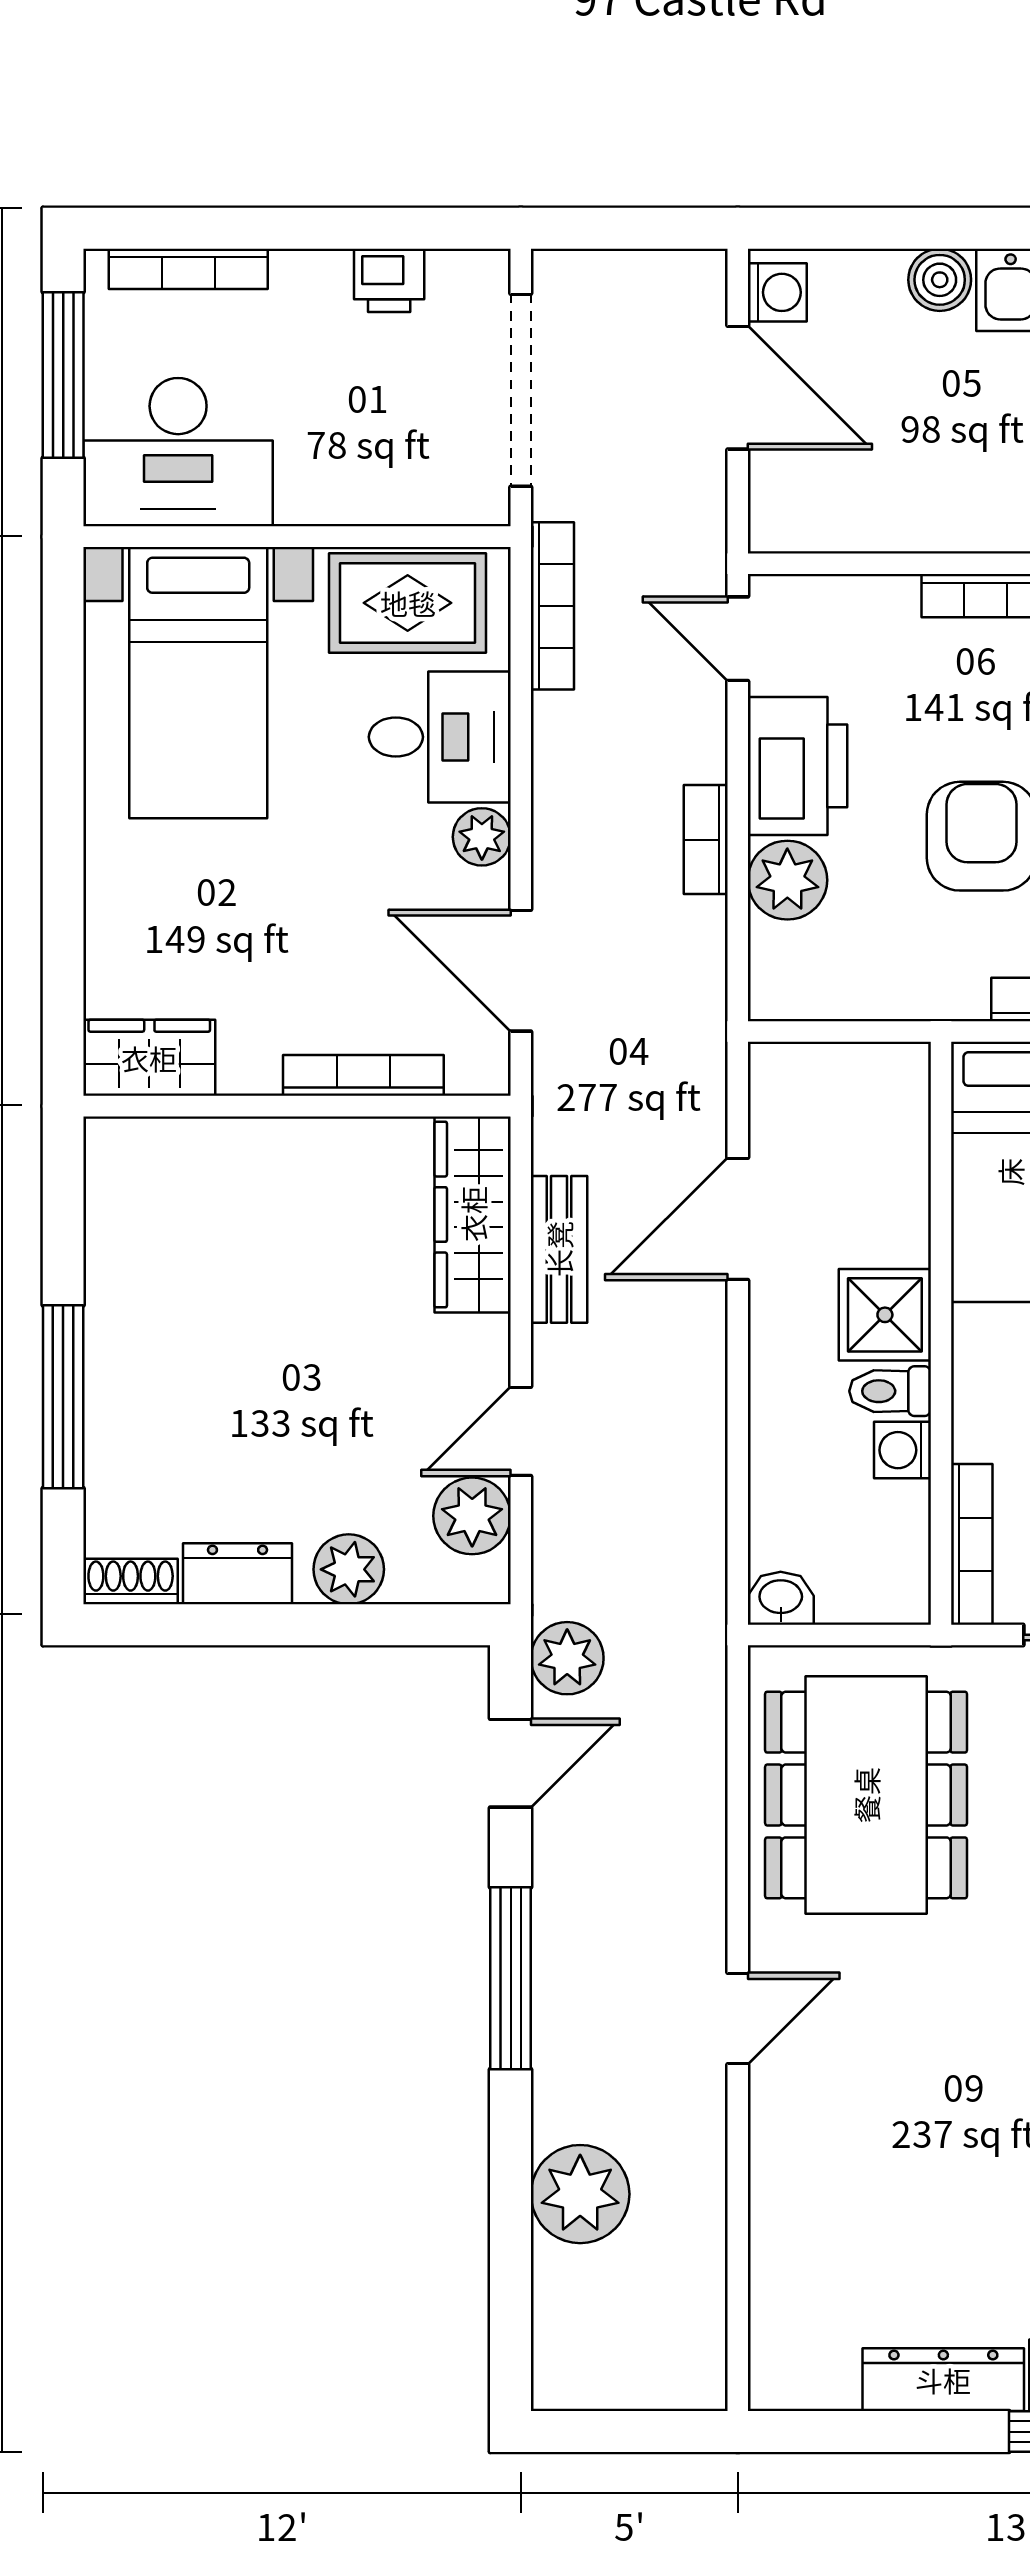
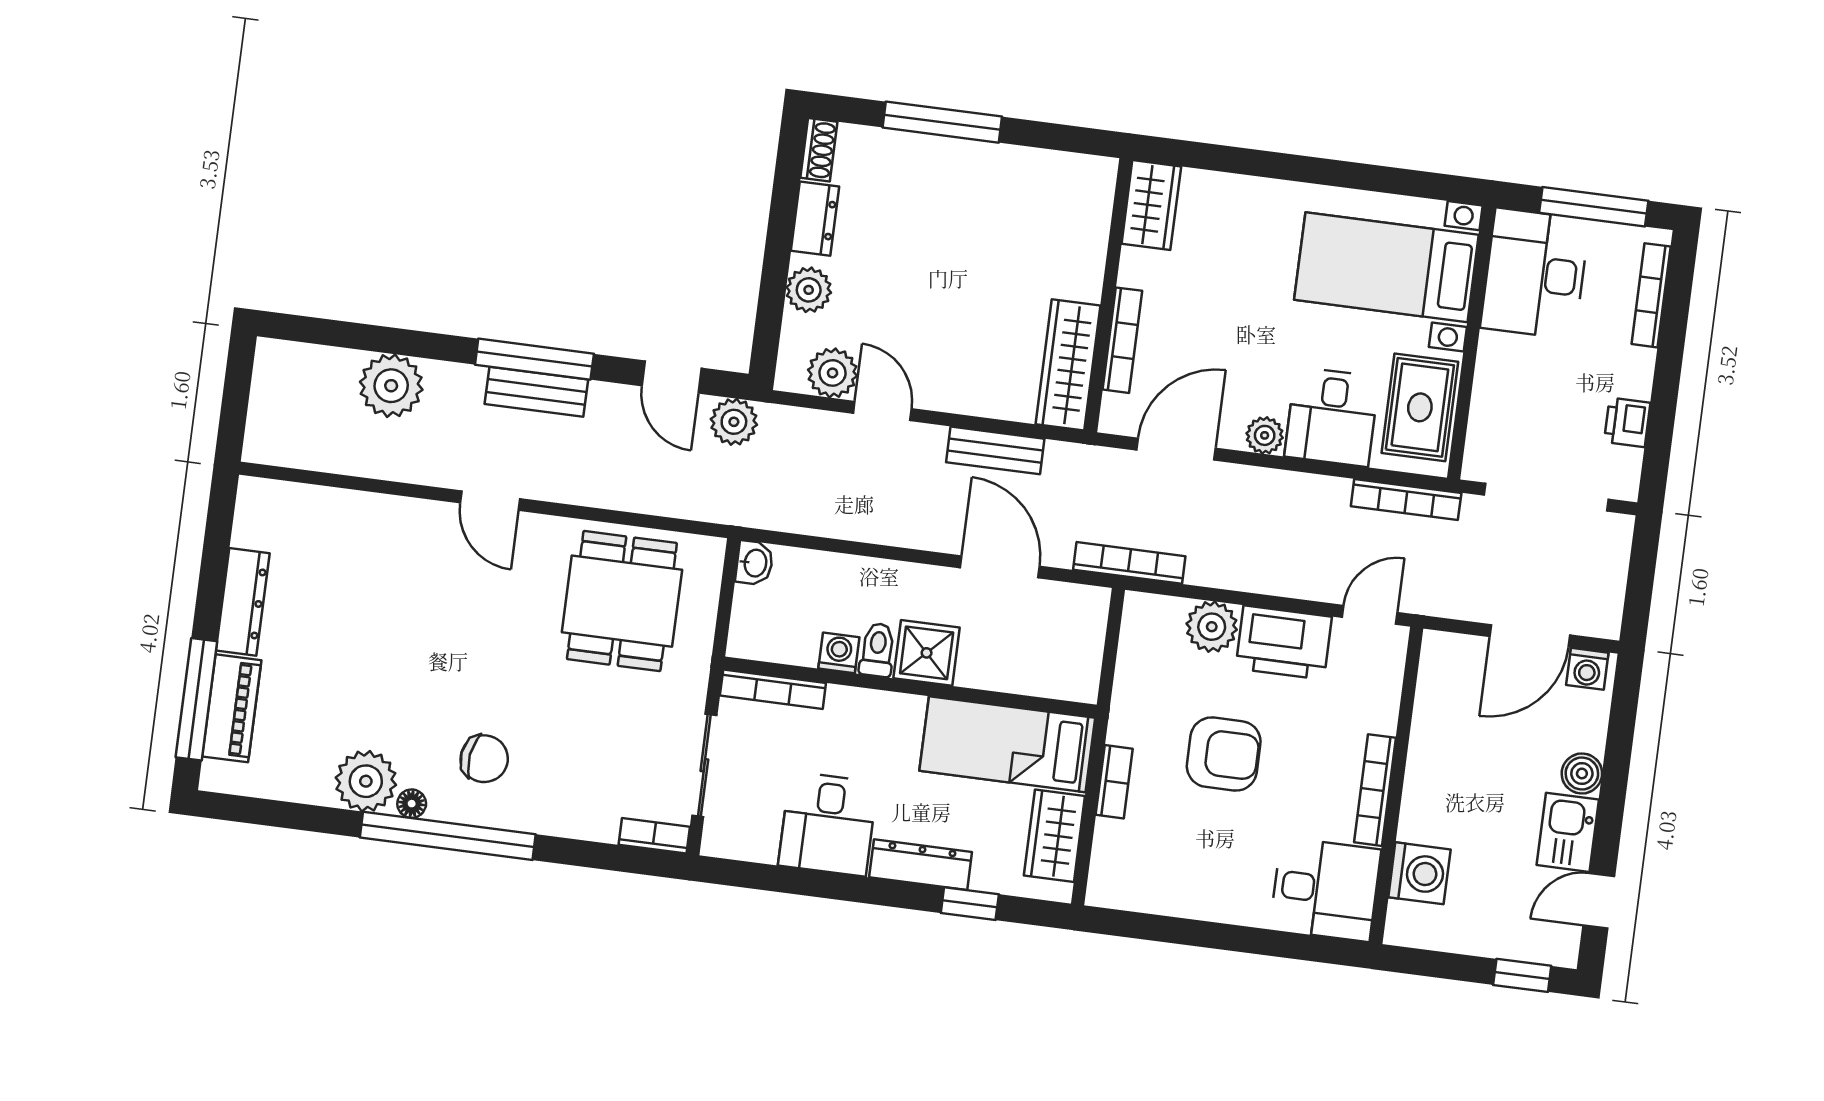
bookcase: (706, 840) -> (1129, 563), moved, width x1.56
wardrobe: (473, 1214) -> (1068, 365), moved, turned -90
dining table: (866, 1795) -> (622, 601), width x0.73
bench: (560, 1969) -> (536, 392), added

